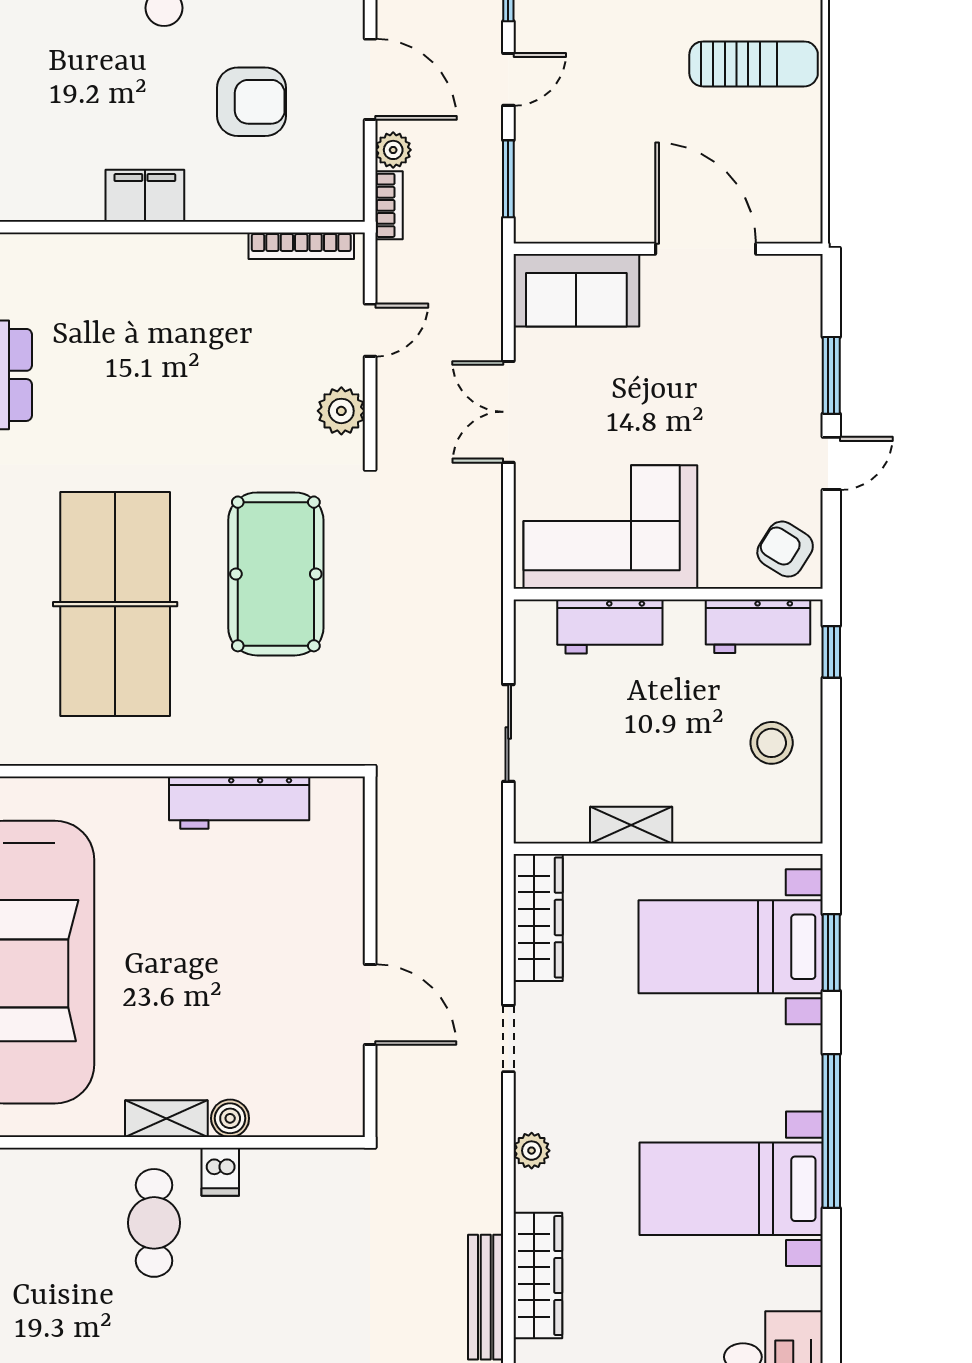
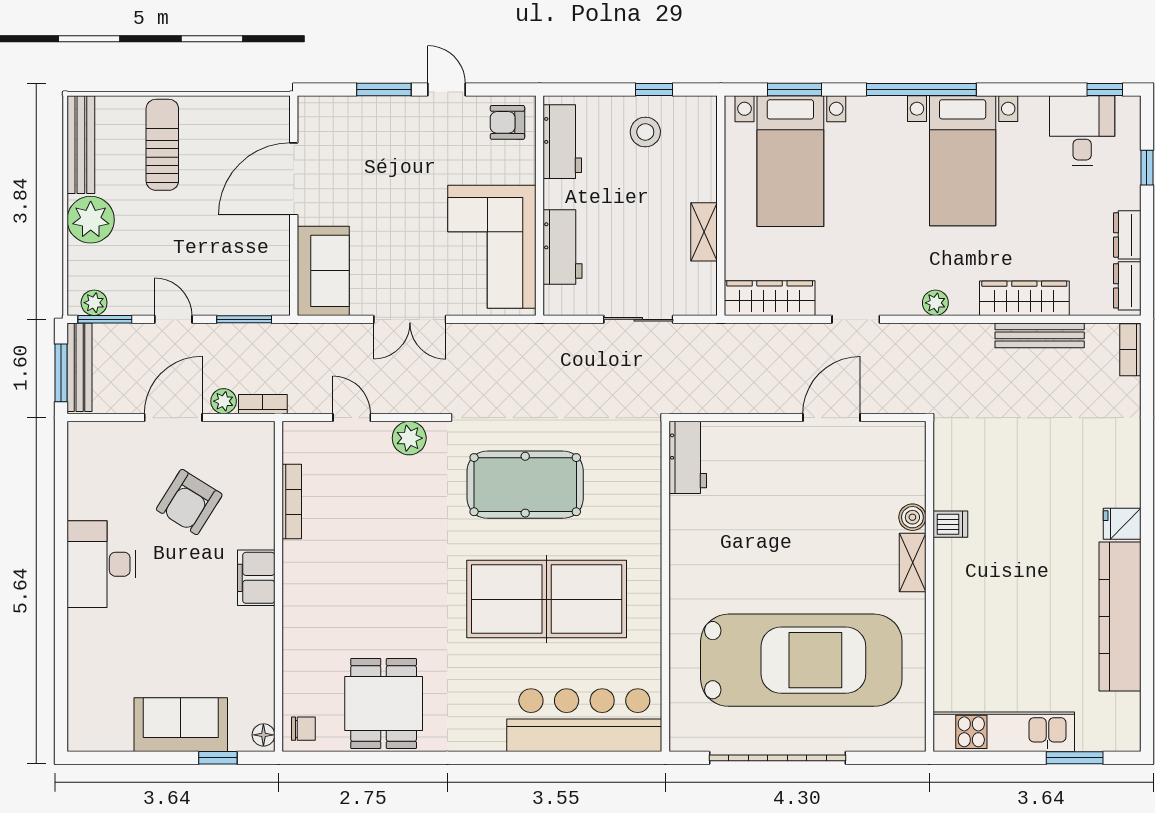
armchair: (251, 102) -> (189, 502), turned -148
bookcase: (301, 246) -> (292, 502), moved
armchair: (785, 549) -> (507, 122), turned 58
window: (831, 652) -> (654, 90), moved
workbench: (239, 803) -> (688, 457), moved, width x0.73
cafe table: (154, 1223) -> (987, 571), removed

